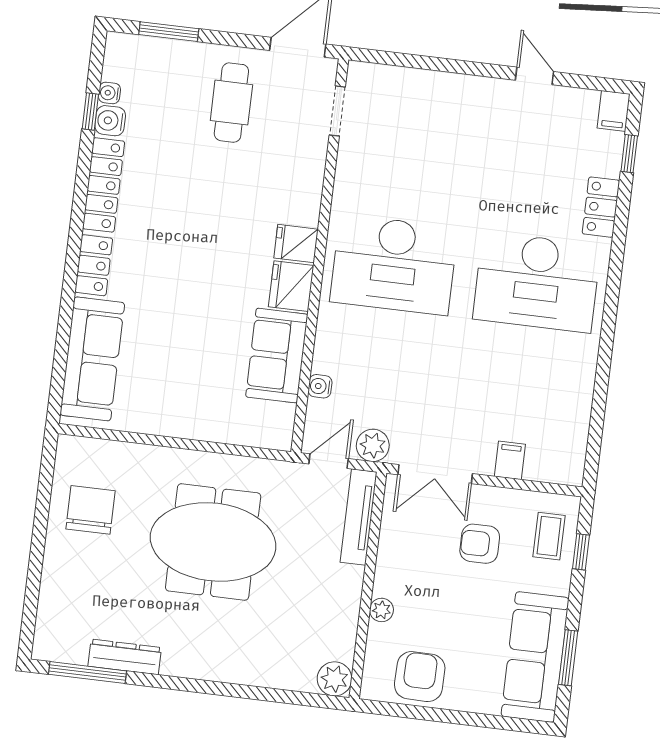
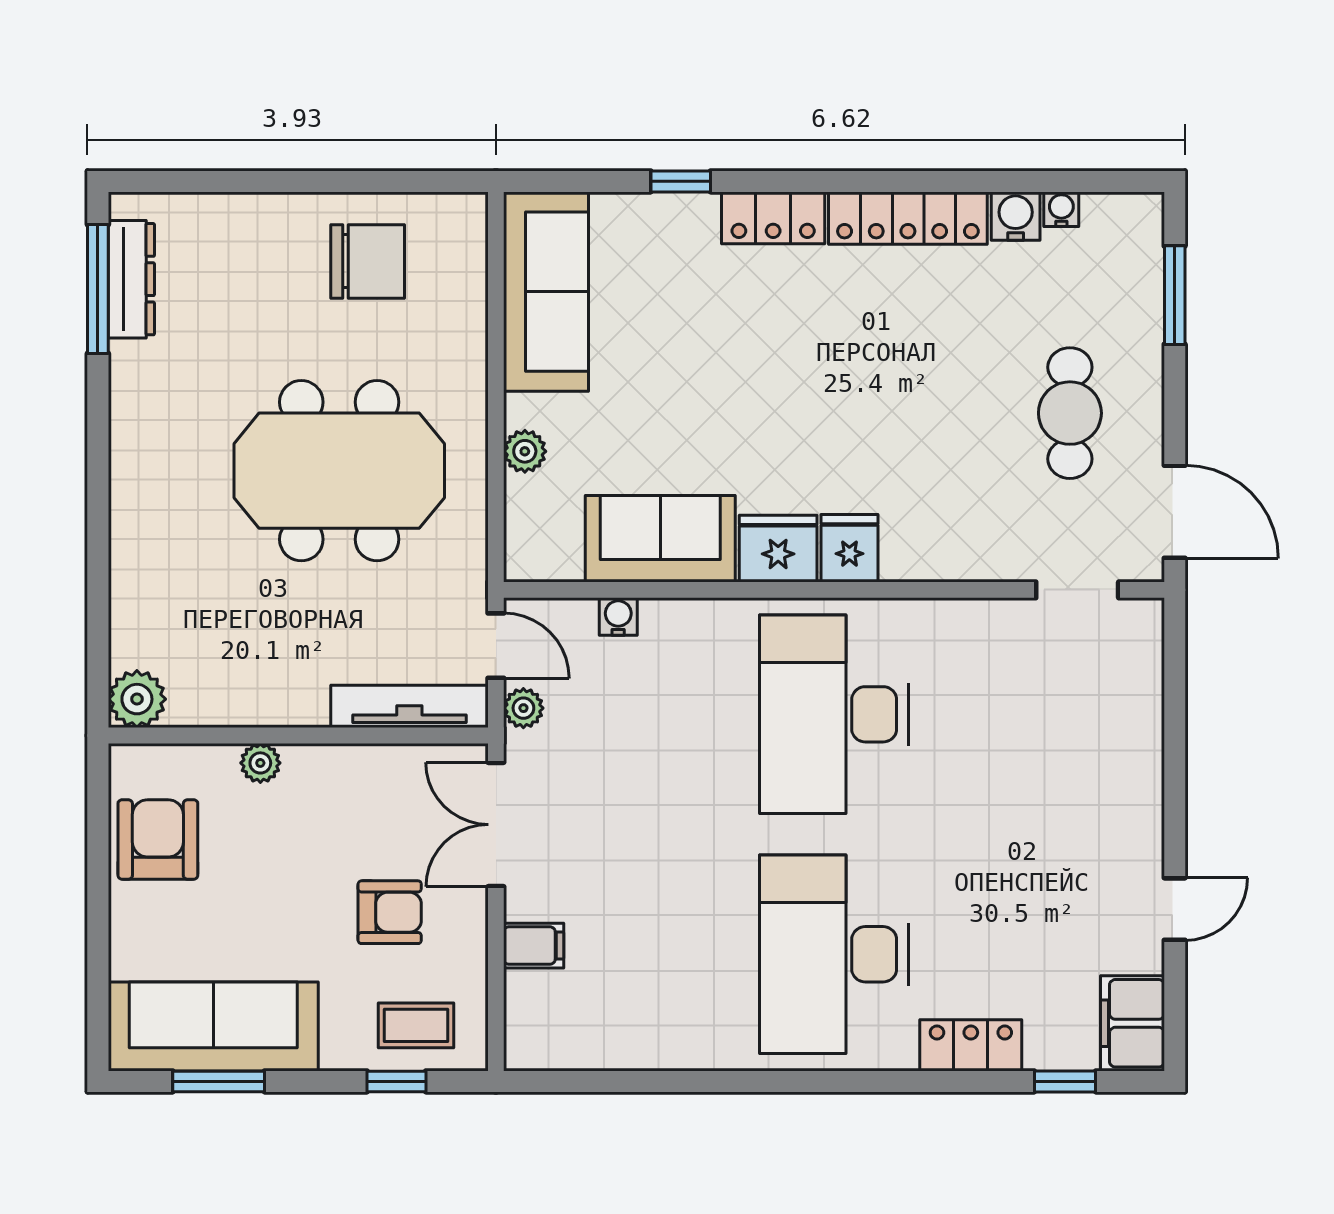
cafe table: (231, 103) -> (1070, 413), turned 90
filing cabinet: (614, 111) -> (1132, 1023), width x2.00
window: (90, 112) -> (681, 181), moved
sofa: (92, 359) -> (546, 292), moved, turned -90
plant: (215, 430) -> (525, 451), added
plant: (373, 445) -> (523, 708), width x0.73, depth x0.73
meeting table: (213, 542) -> (339, 471), turned 90
armchair: (480, 544) -> (390, 912), turned 90
dresser: (125, 657) -> (131, 279), moved
armchair: (420, 677) -> (158, 839), turned -91

